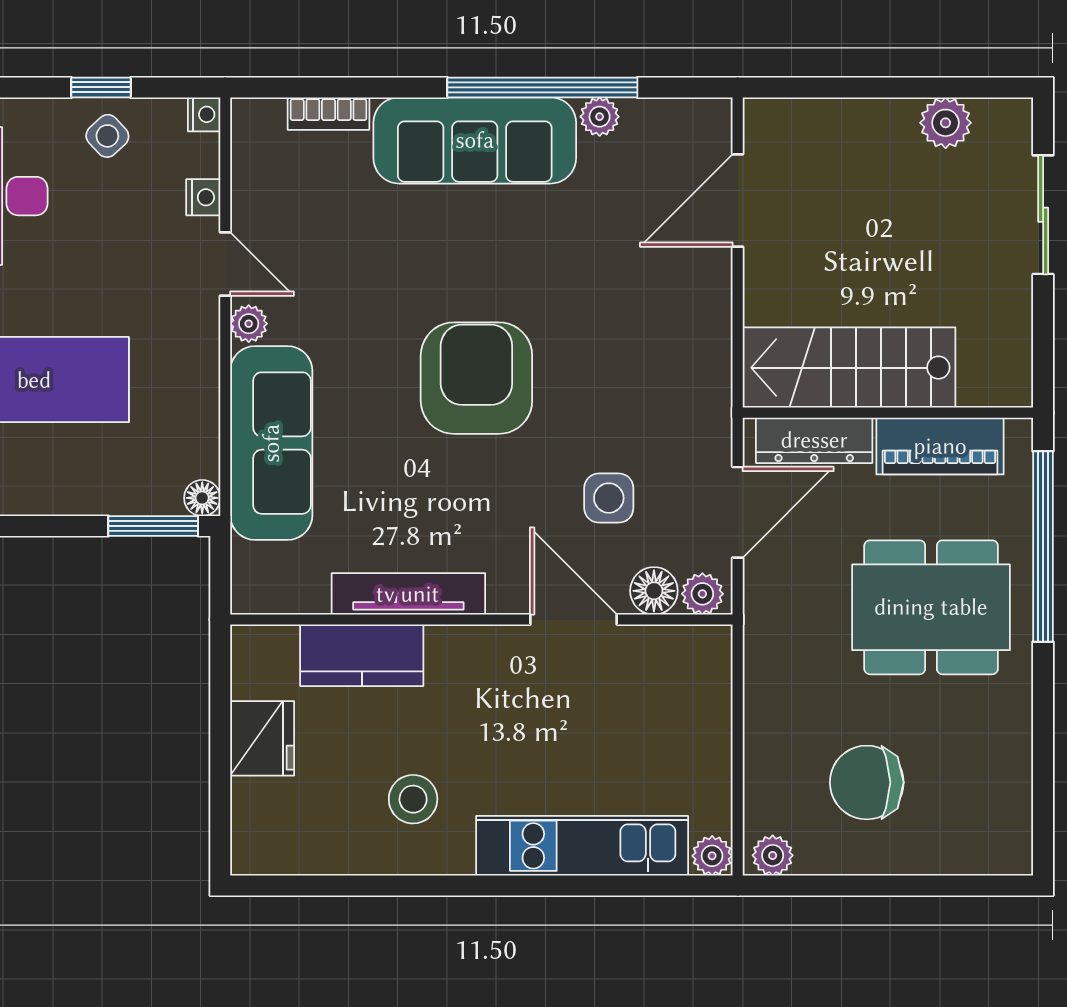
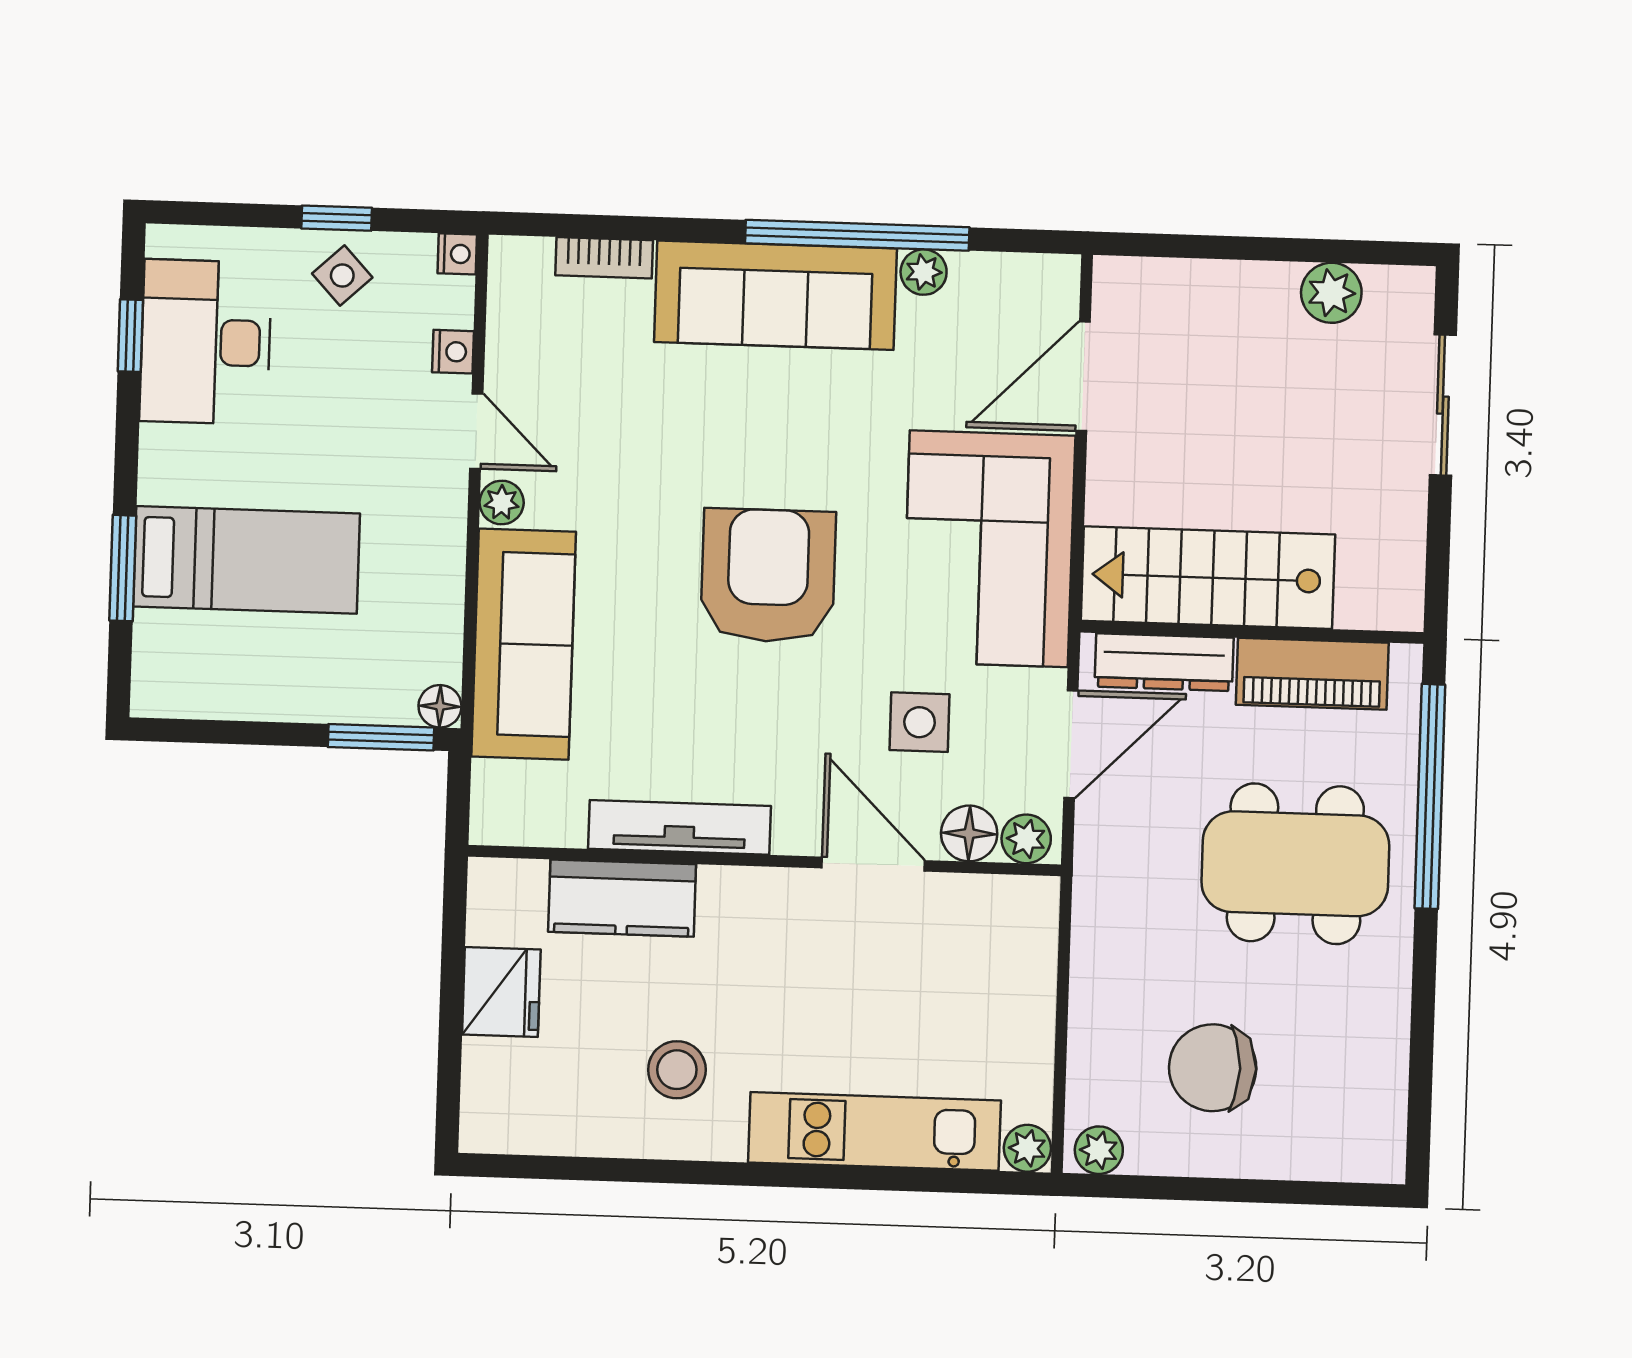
corner sofa: (663, 349) -> (989, 549), added

